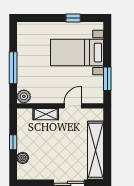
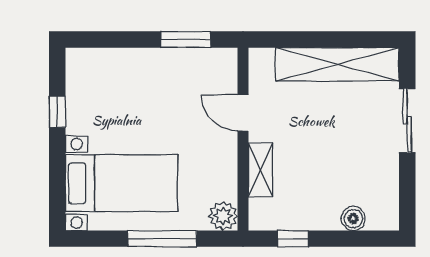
bed with nightstands: (77, 53) -> (121, 183), moved, turned -90
window: (13, 142) -> (293, 239), moved

